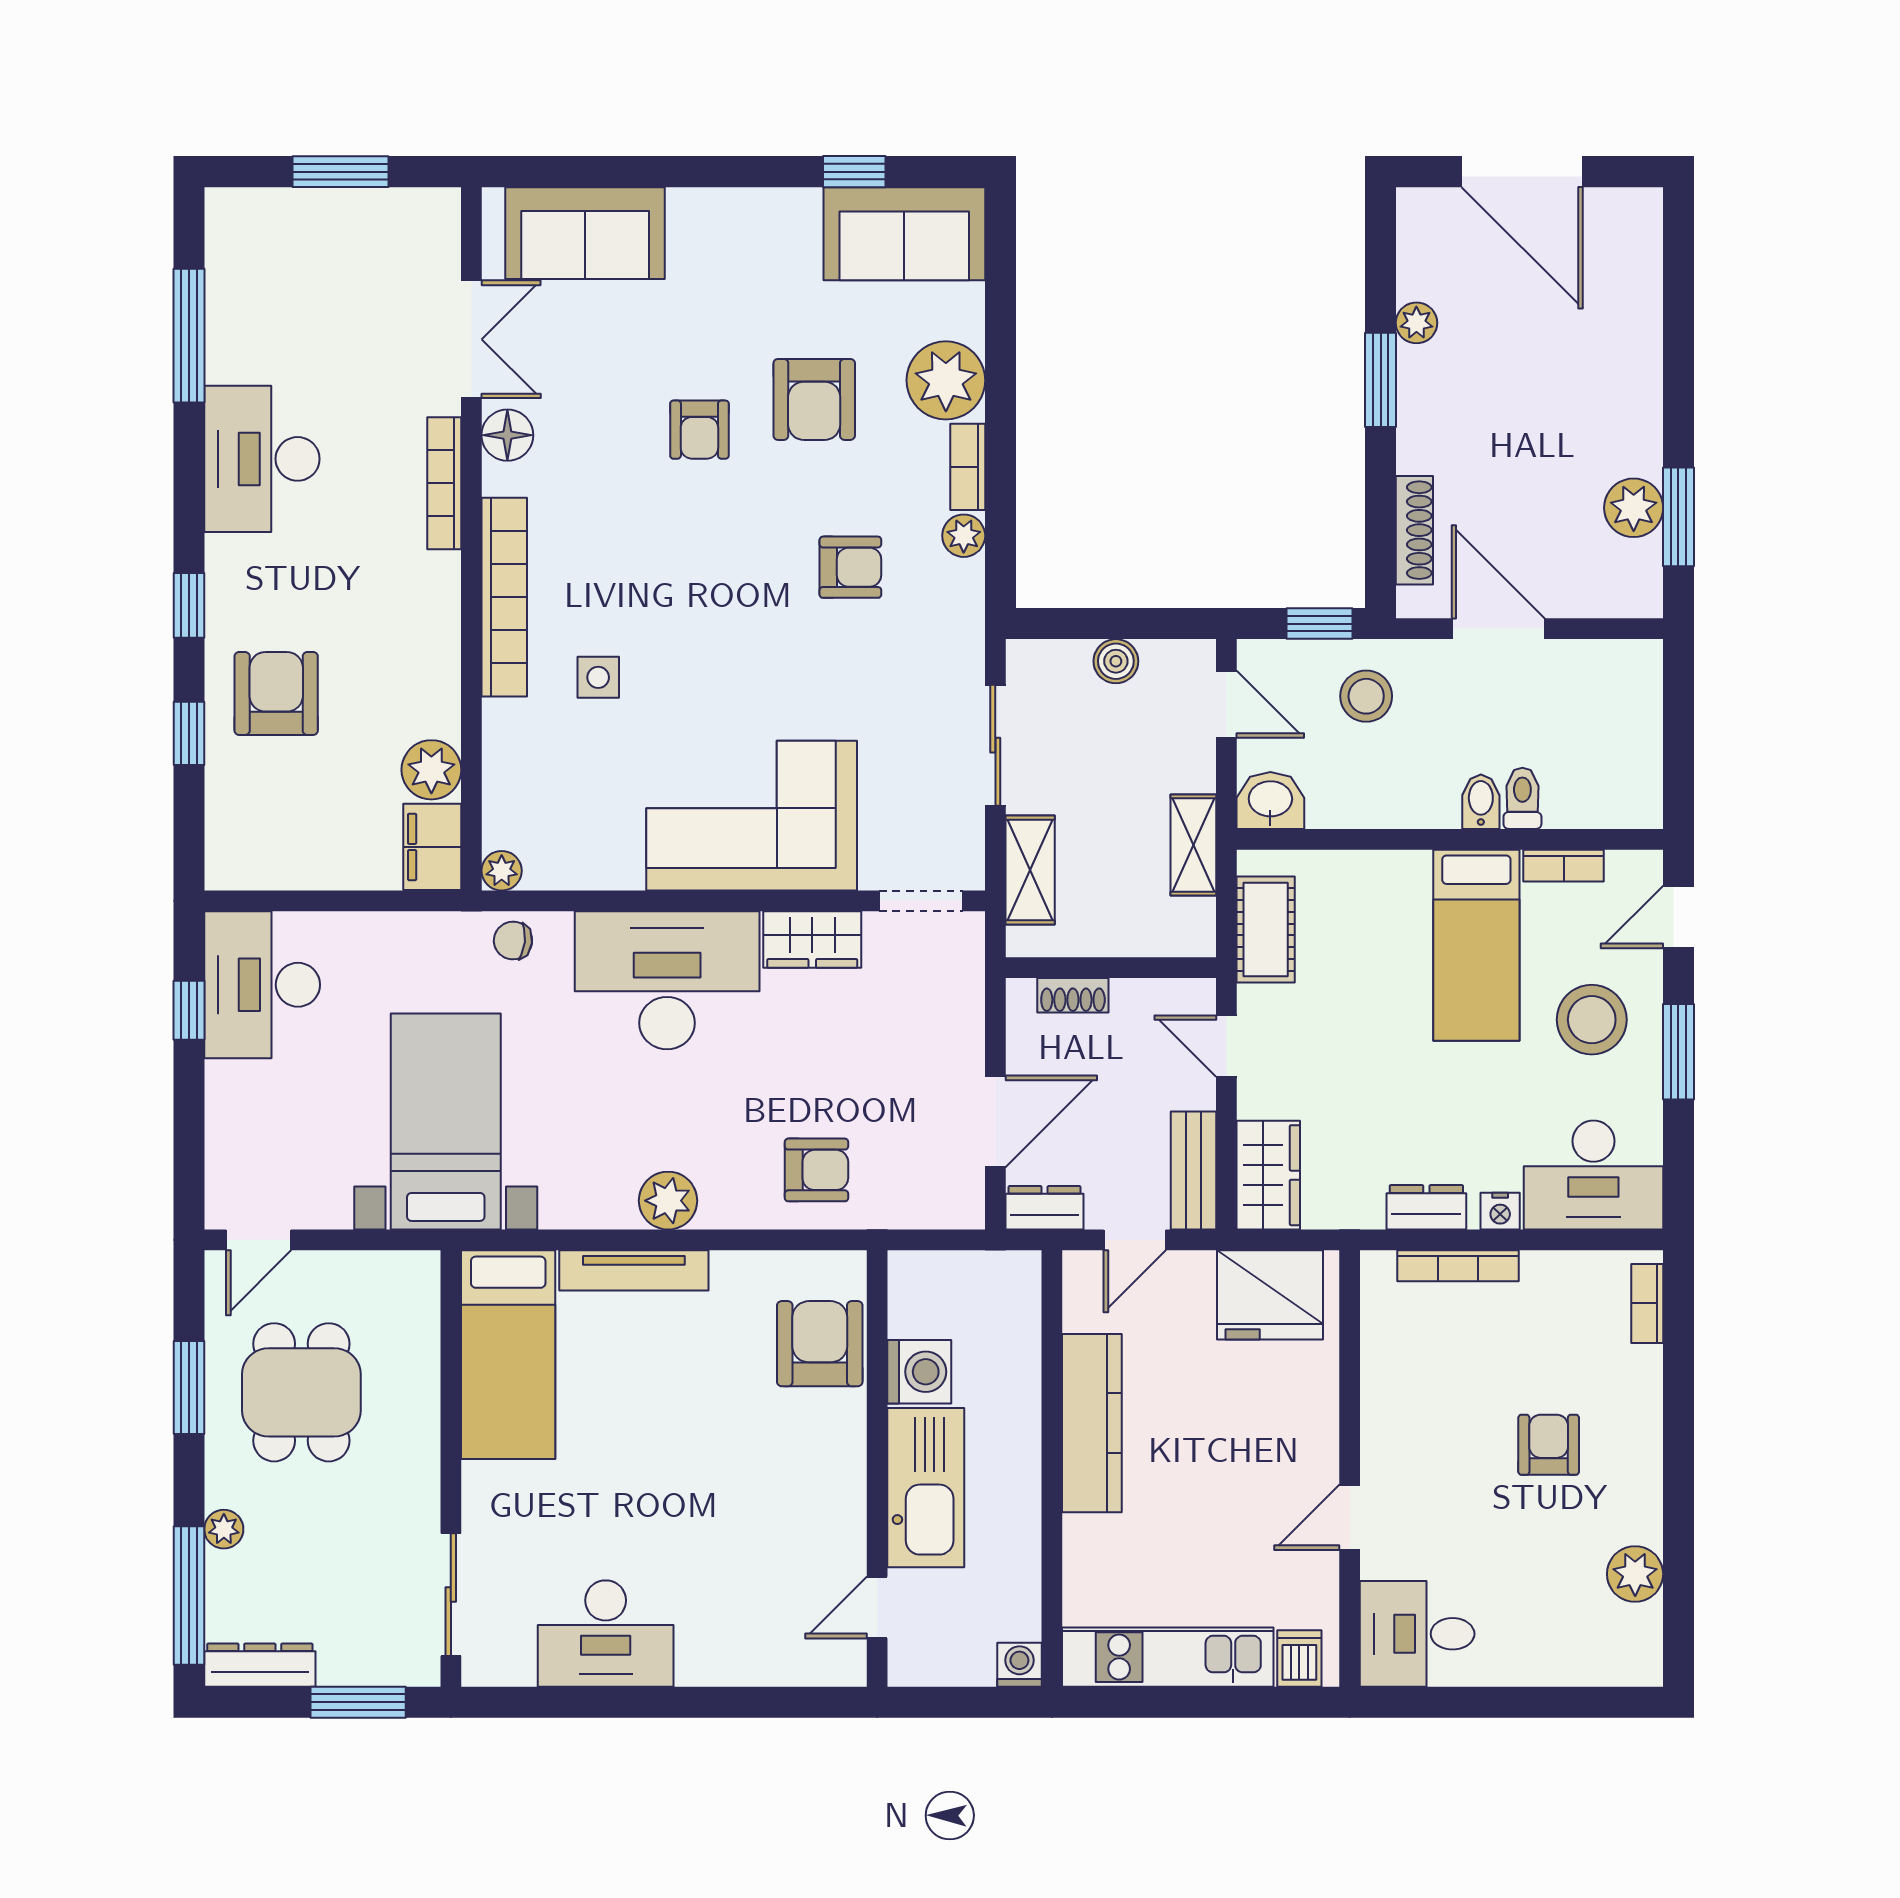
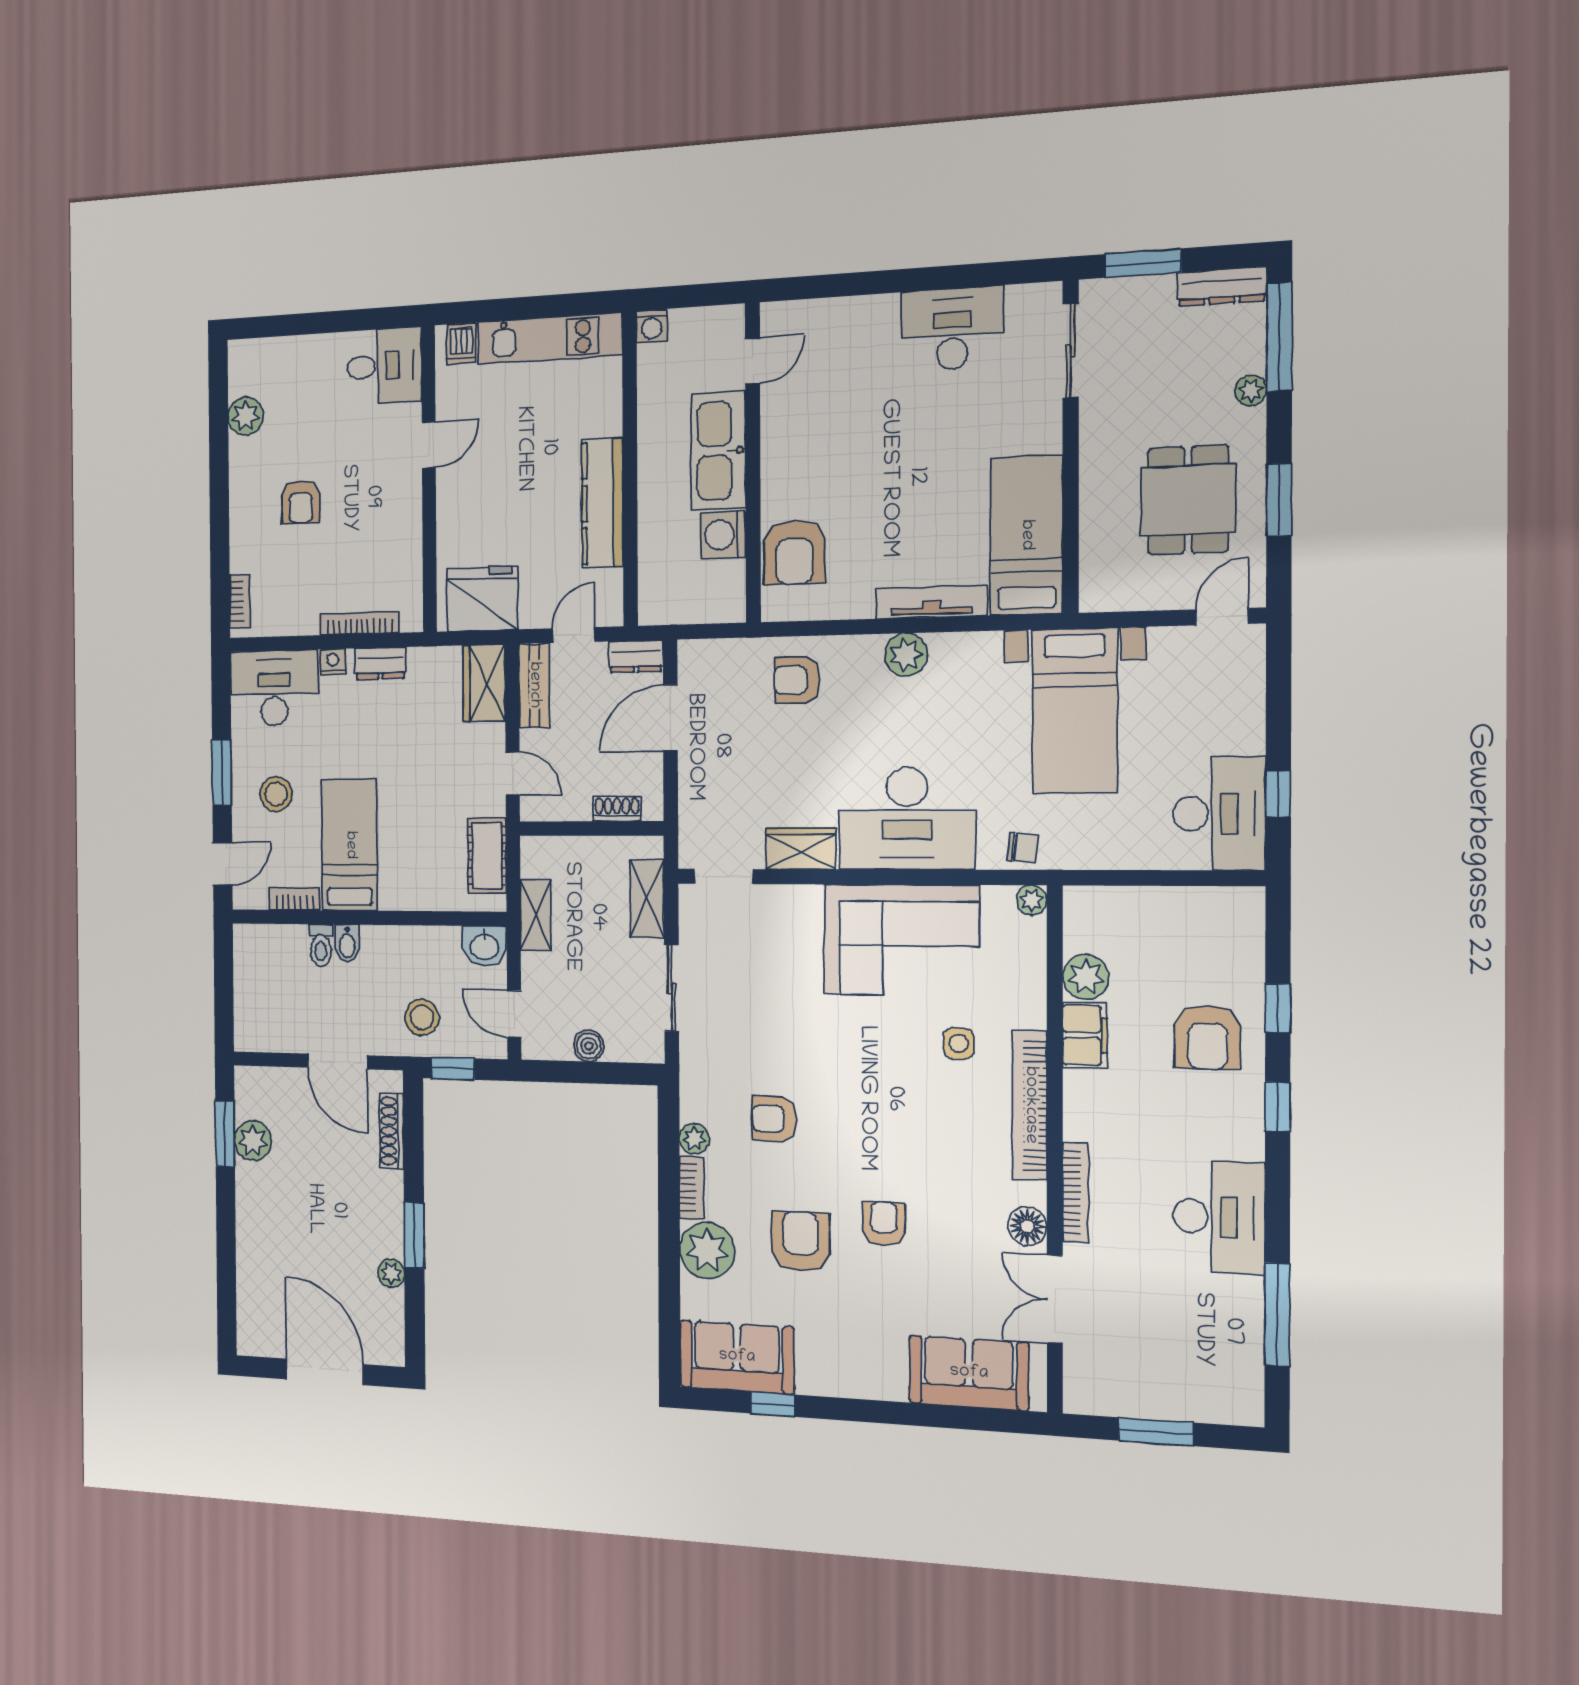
corner sofa: (752, 816) -> (901, 940), moved
filing cabinet: (432, 847) -> (1085, 1035), moved
stool: (1592, 1020) -> (276, 794), width x0.73, depth x0.73

